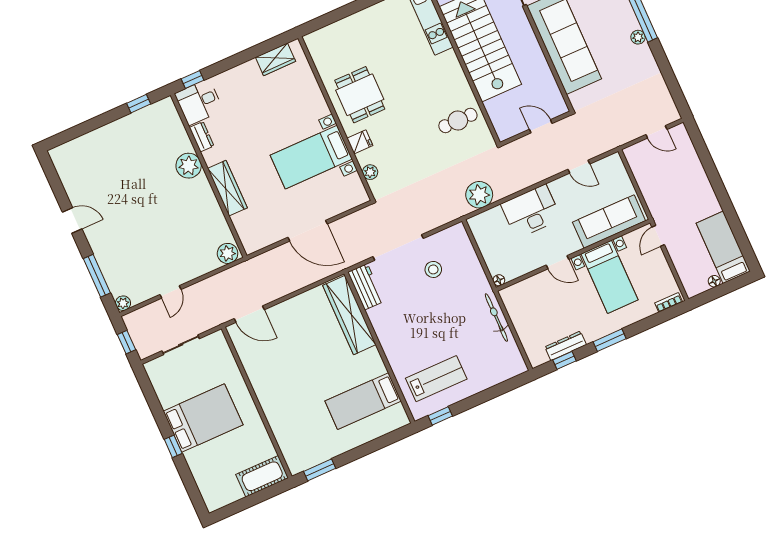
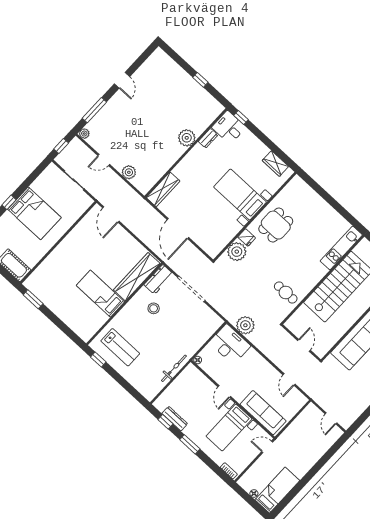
window: (139, 104) -> (200, 80), moved
bed with nightstands: (311, 157) -> (240, 195), moved
plant: (370, 172) -> (237, 252), width x1.88, depth x1.88
wardrobe: (227, 188) -> (163, 189), moved
desk: (531, 212) -> (230, 344), moved
plant: (228, 253) -> (129, 172), moved
stool: (433, 269) -> (154, 308), moved
bed: (363, 401) -> (100, 294), moved

